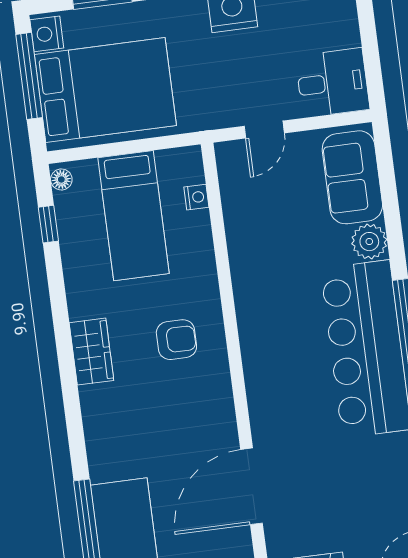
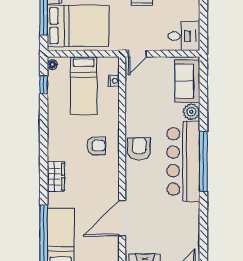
door: (264, 130) -> (137, 54), moved
armchair: (269, 334) -> (139, 149), added
wardrobe: (91, 352) -> (56, 176), moved

